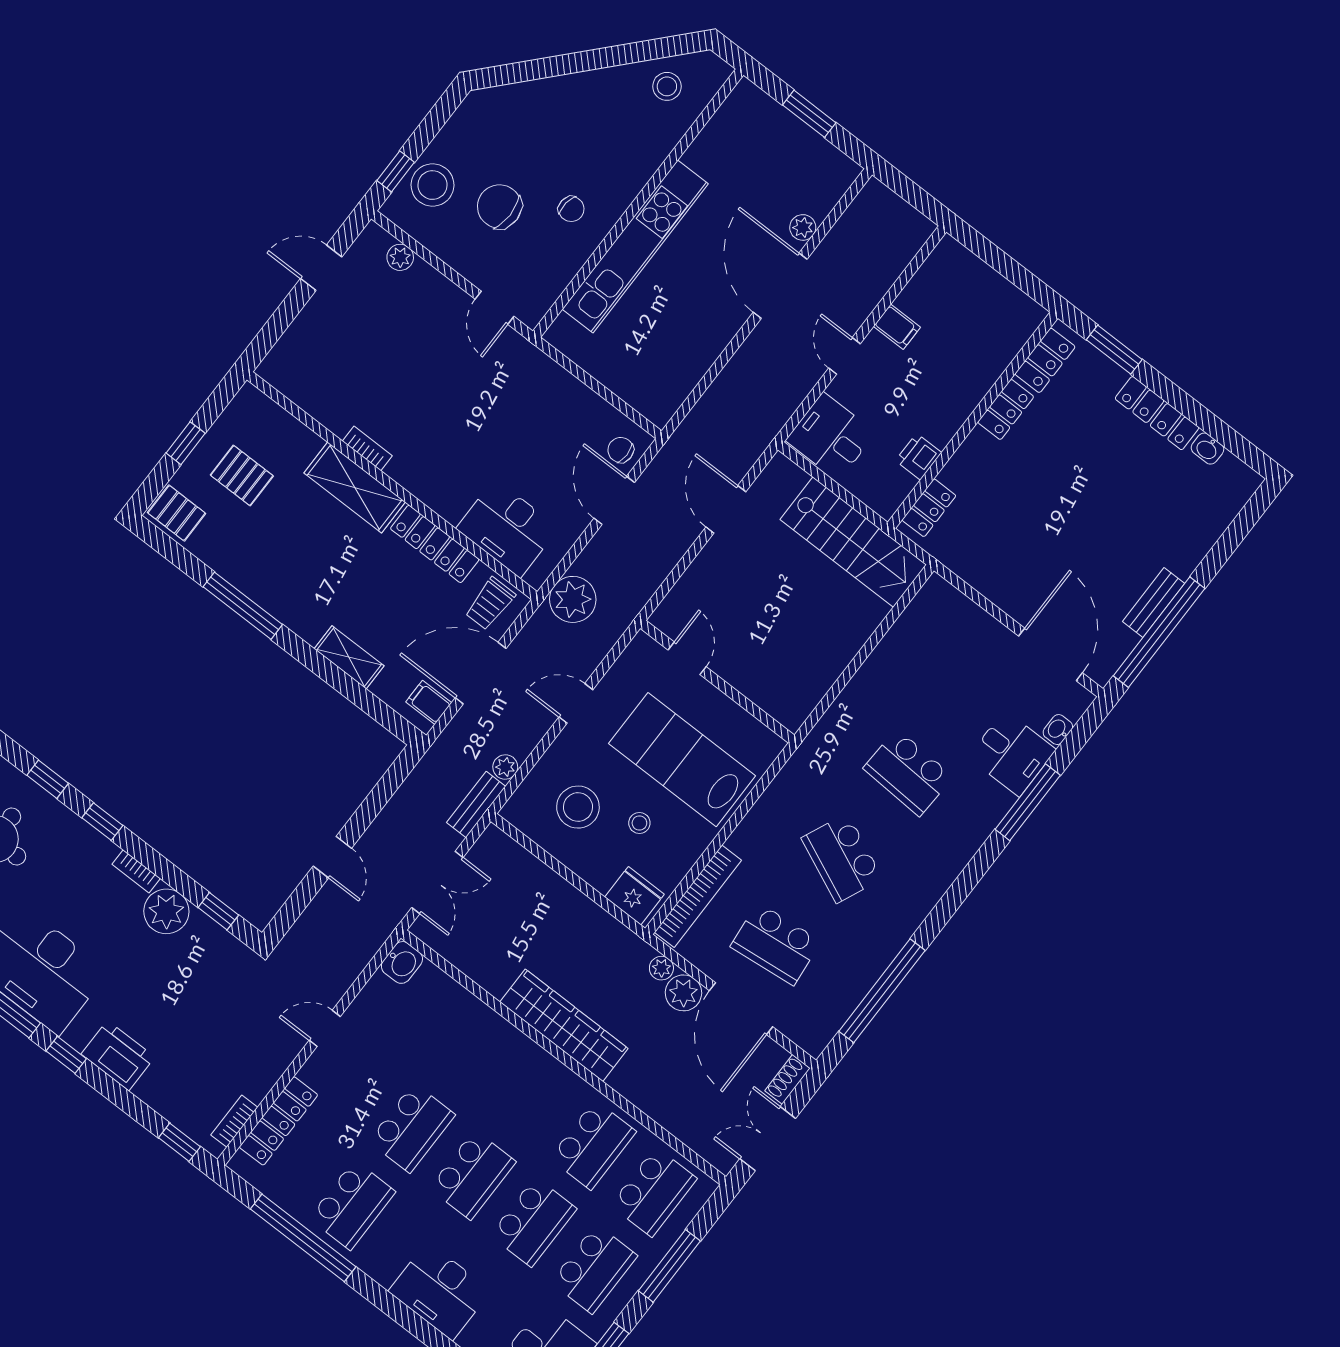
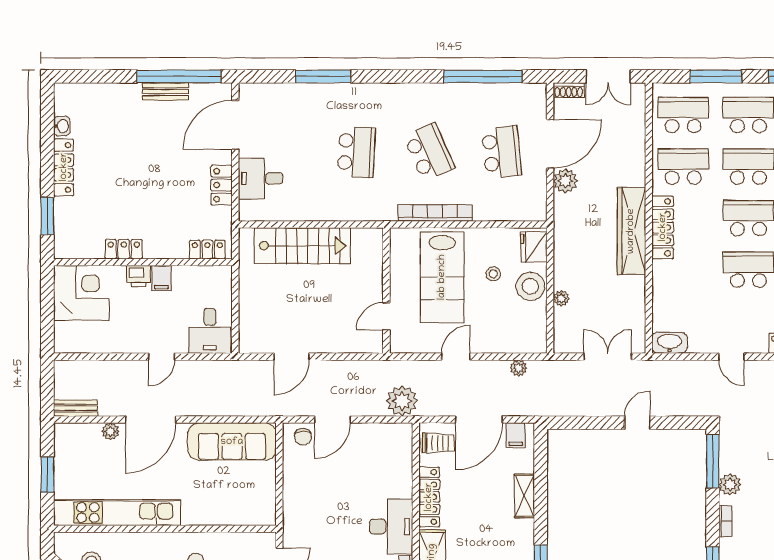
kitchen unit: (635, 246) -> (117, 512), moved
corner desk: (993, 319) -> (81, 293), added
filing cabinet: (897, 327) -> (161, 278), moved, turned 180
locker: (1045, 360) -> (222, 185), moved, turned -90
sofa: (680, 362) -> (232, 442), added
printer: (919, 457) -> (138, 276), moved
desk: (507, 528) -> (391, 526), moved
stairs: (853, 542) -> (302, 246), moved, turned 90
door: (481, 673) -> (479, 420), hinge flipped
door: (576, 703) -> (456, 357), swing flipped
washbasin: (1058, 730) -> (272, 90), removed
desk: (1012, 753) -> (261, 178), moved, turned -90
bench: (476, 804) -> (76, 408), moved
stool: (578, 807) -> (530, 286), moved
school desk: (842, 858) -> (429, 152), turned -48
bookcase: (698, 896) -> (435, 213), moved
plant: (166, 911) -> (730, 485), width x0.73, depth x0.73
window: (218, 911) -> (713, 461), width x2.17
washbasin: (402, 962) -> (670, 343), width x1.38
plant: (661, 968) -> (561, 298), moved
locker: (540, 1065) -> (663, 227), added

